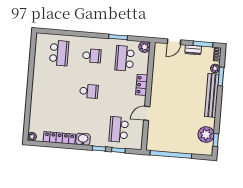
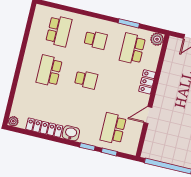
school desk: (56, 89) -> (49, 71), added

